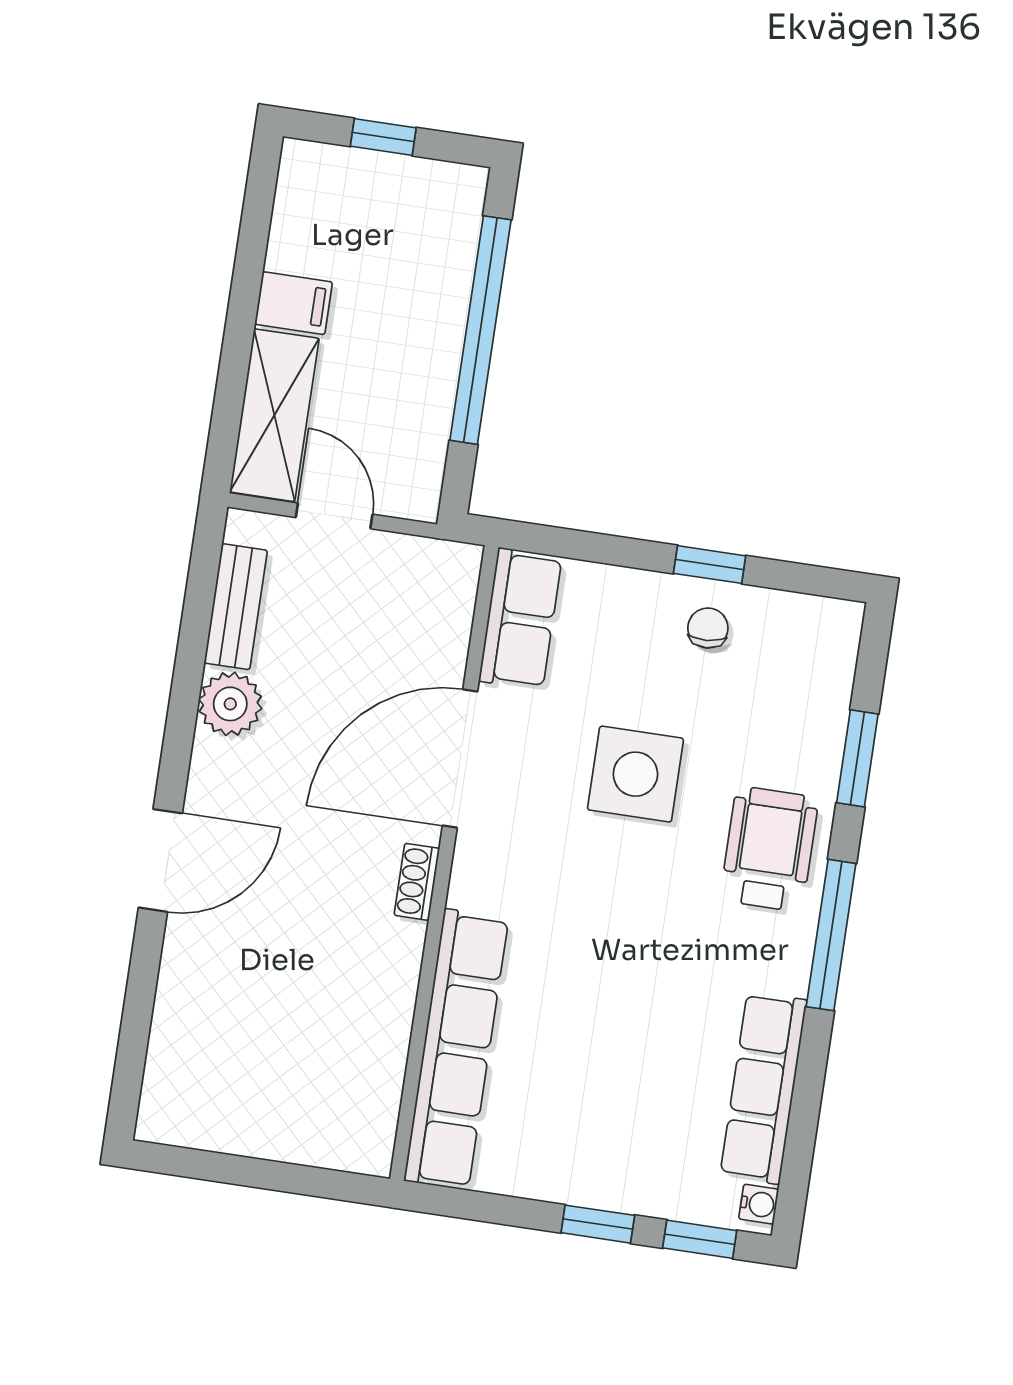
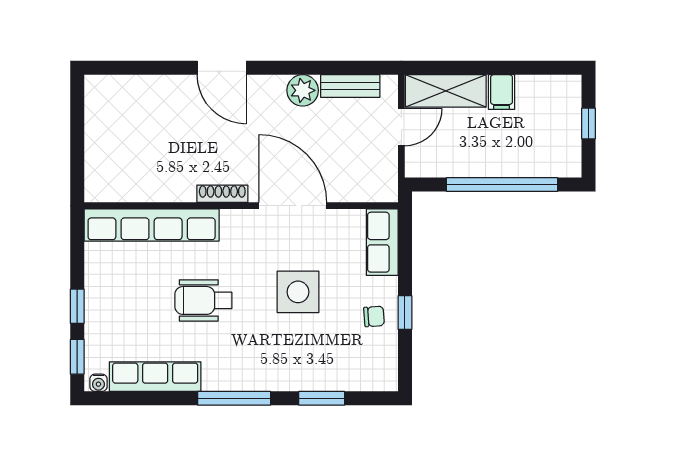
row of seats: (520, 619) -> (382, 242), moved, turned 90
wheelchair: (769, 849) -> (203, 300), moved, turned 180
shoe rack: (417, 882) -> (222, 194), width x1.43

